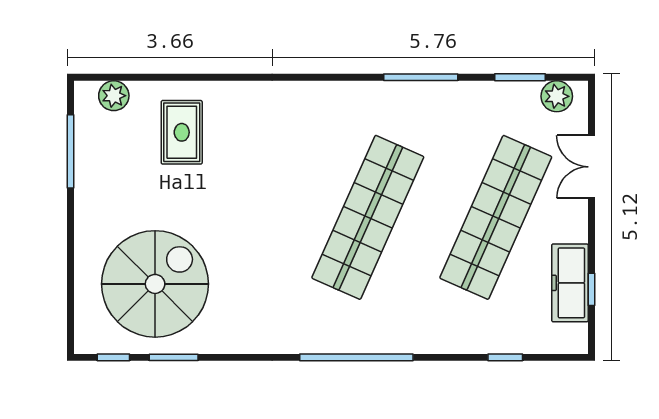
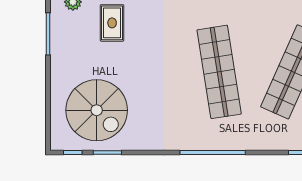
shop shelf: (368, 217) -> (219, 72), turned -33
spiral stairs: (155, 284) -> (97, 110), turned 90

